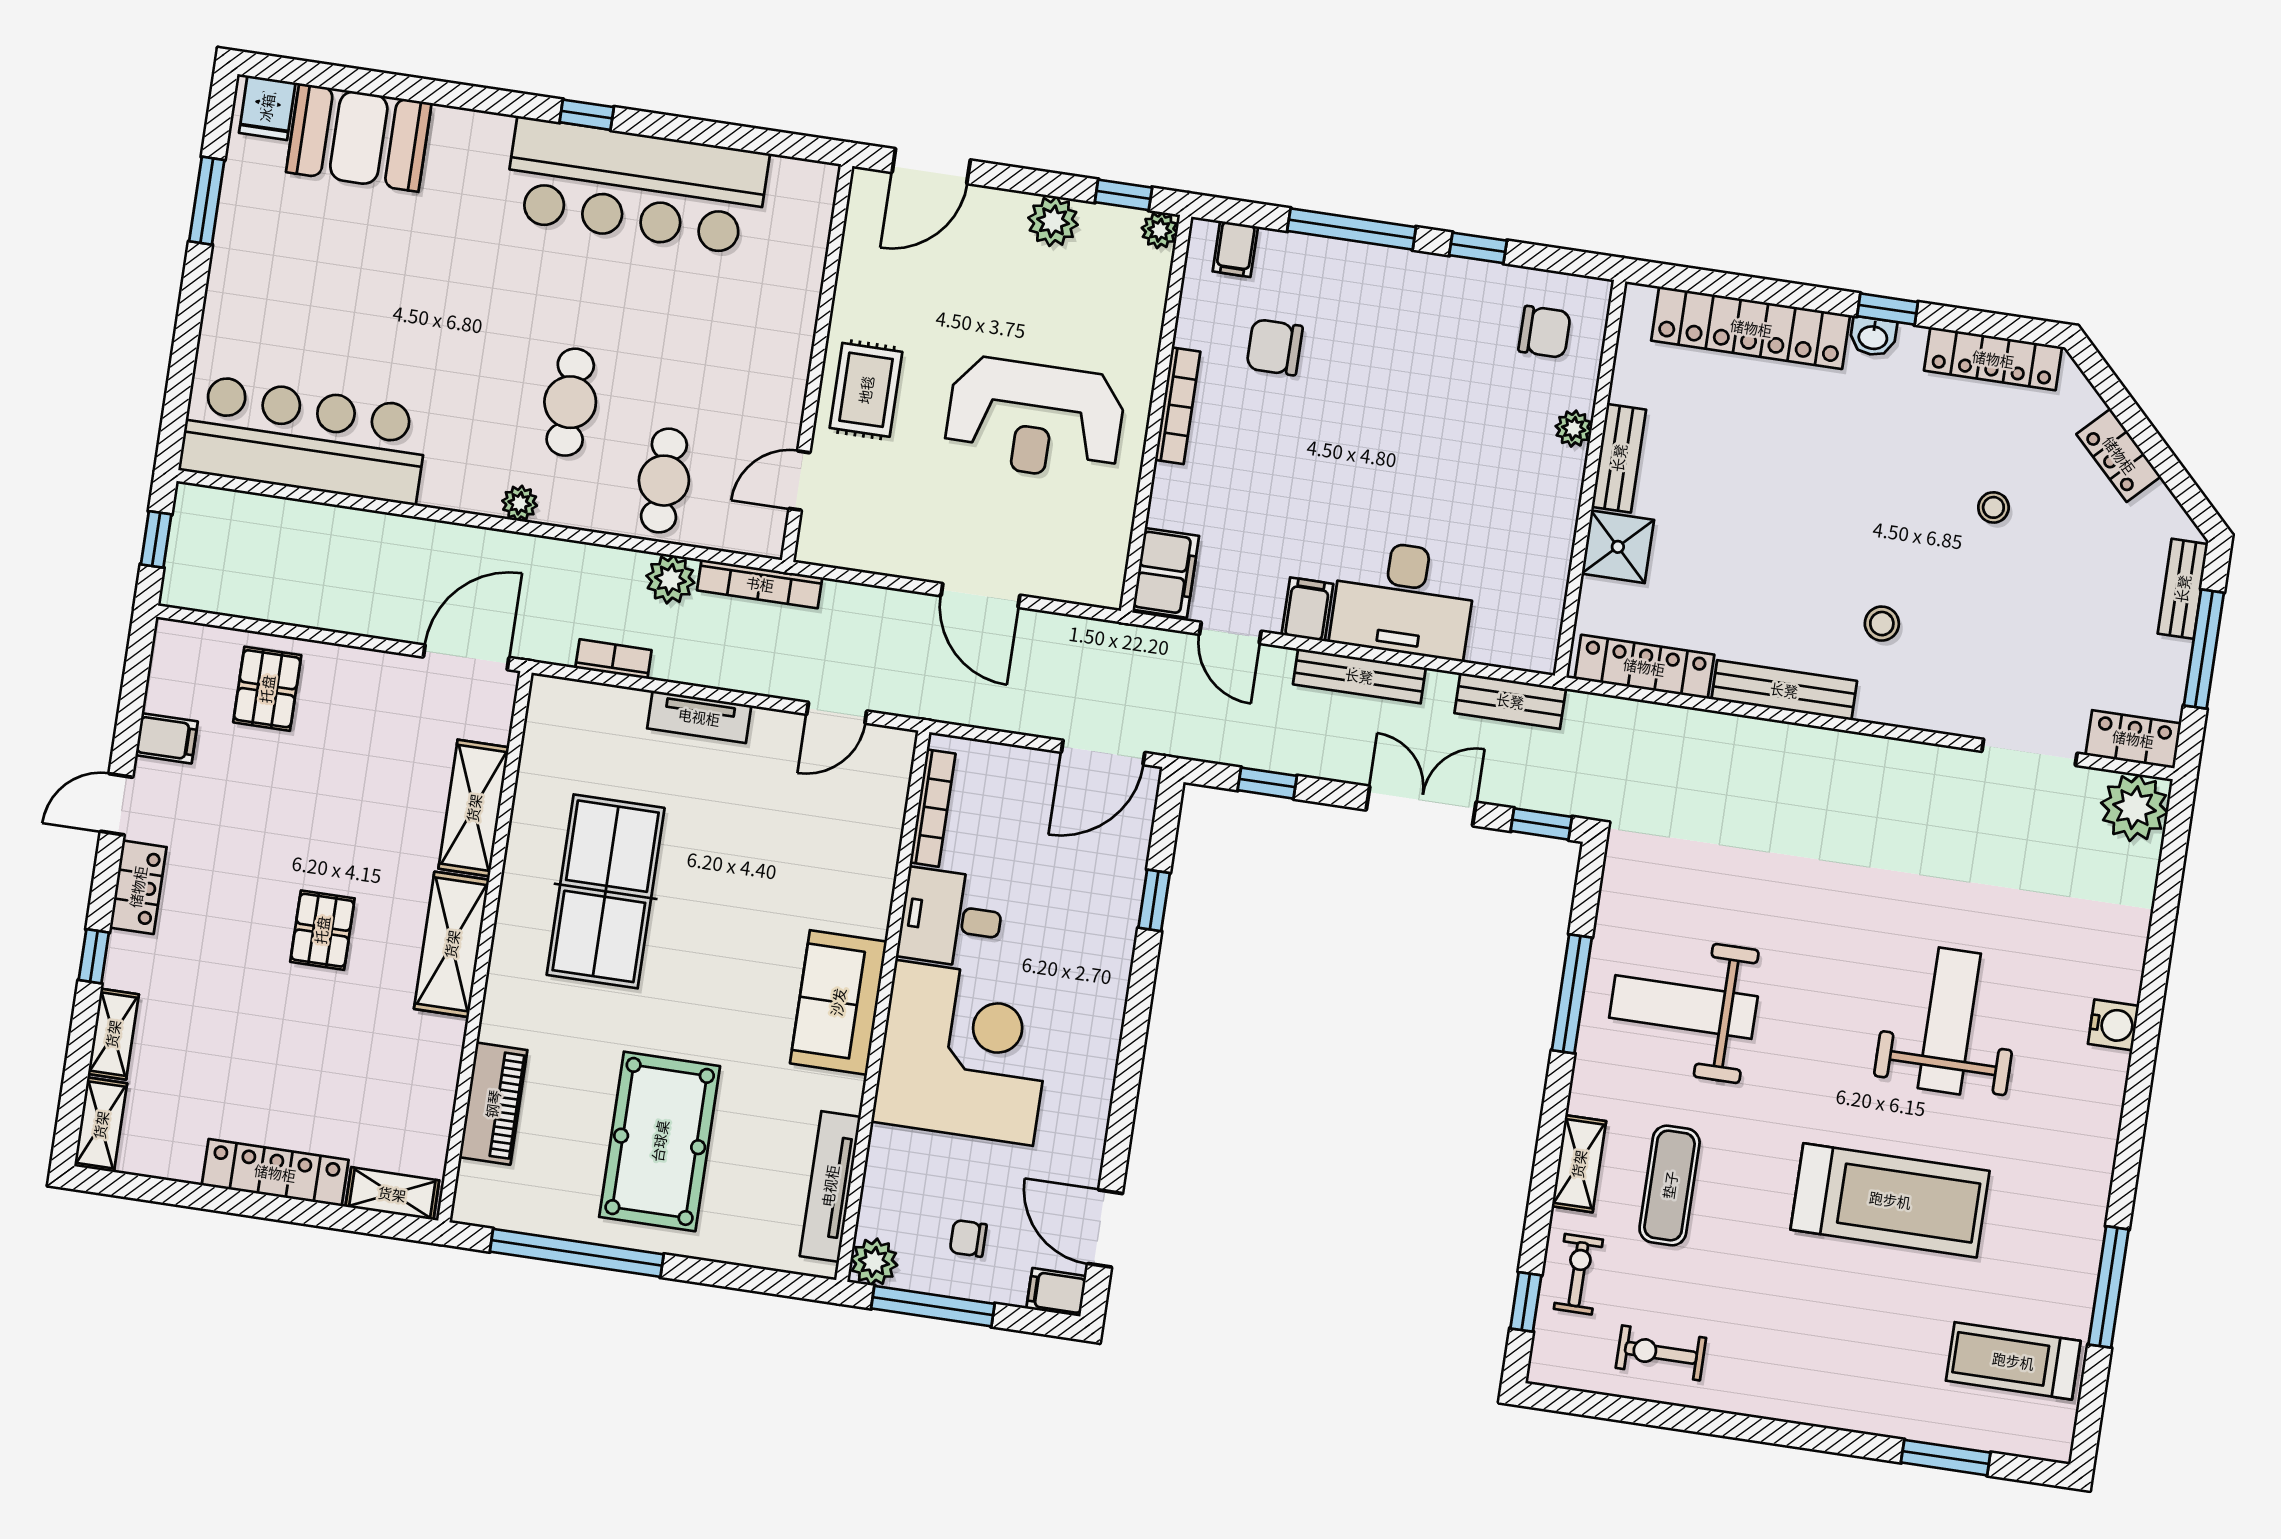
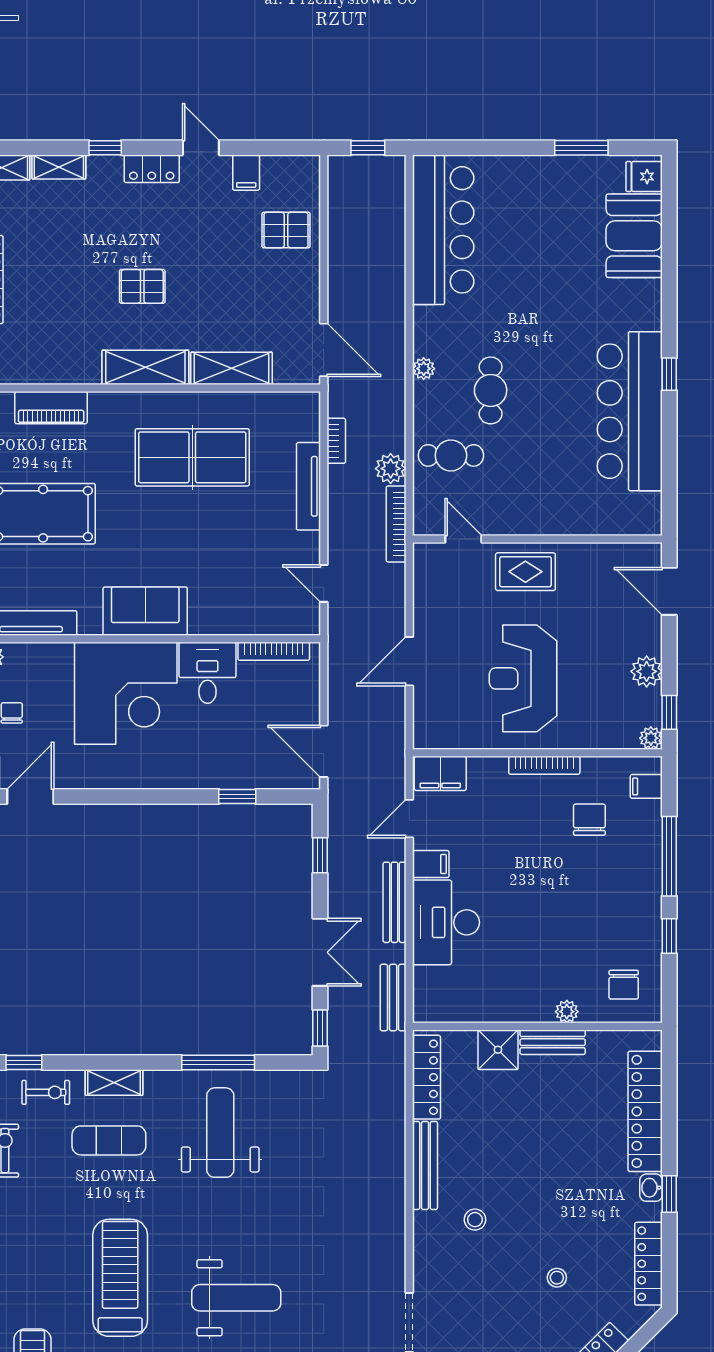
cafe table: (570, 402) -> (491, 390), turned 90
tv unit: (699, 717) -> (308, 486), width x1.41
treadmill: (1890, 1200) -> (120, 1278), turned 180

